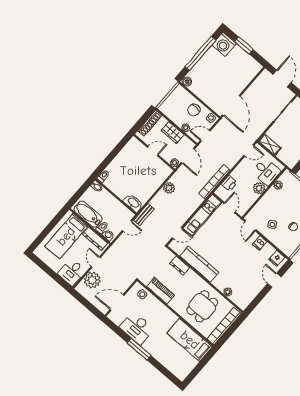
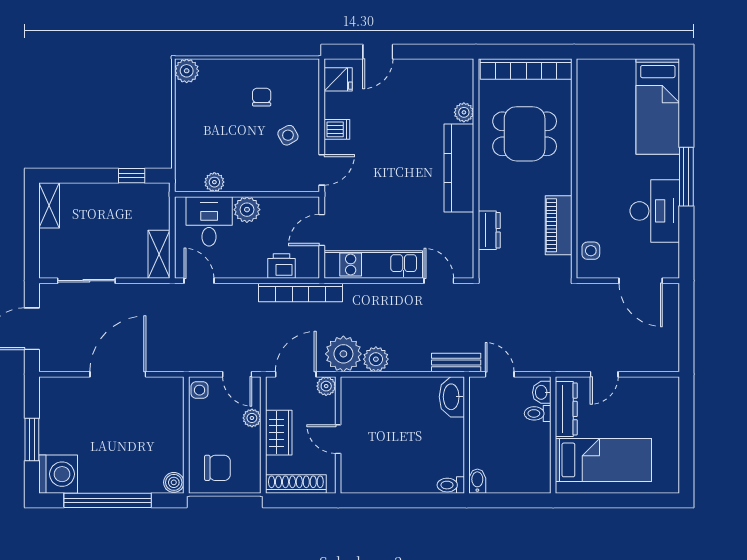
door: (231, 106) -> (118, 374), moved
chair: (194, 110) -> (217, 468), moved
bathtub: (88, 214) -> (536, 456), removed
kitchen counter: (199, 264) -> (459, 168), moved
desk: (72, 272) -> (655, 400), removed
plant: (92, 280) -> (343, 354), moved
bed: (190, 340) -> (658, 107), moved

